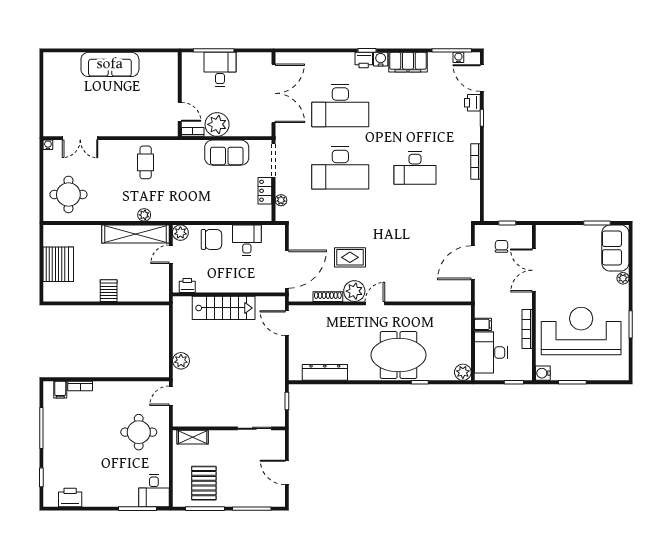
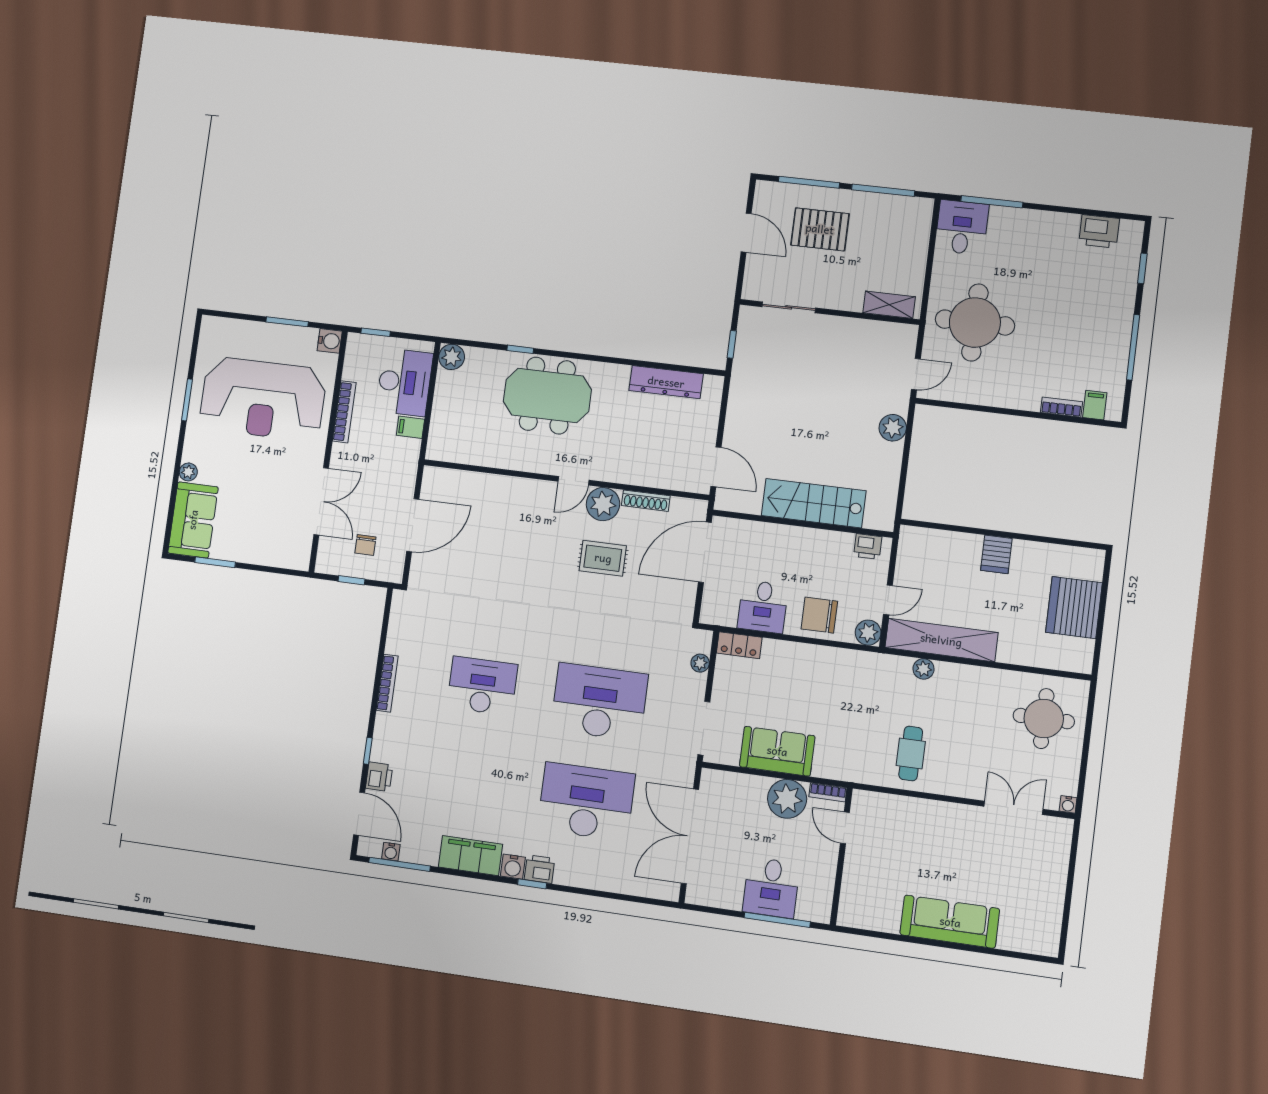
locker: (265, 191) -> (739, 645), moved, turned 90
round table: (139, 432) -> (975, 323), width x1.36, depth x1.36
pallet: (204, 483) -> (820, 229), moved, turned 90

